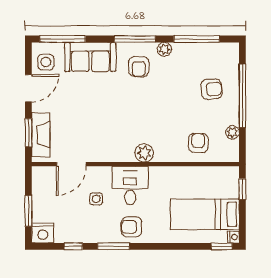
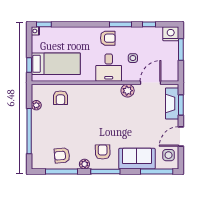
armchair: (211, 89) -> (62, 155), moved
plant: (144, 153) -> (128, 91), moved
bed: (205, 214) -> (56, 64), moved

